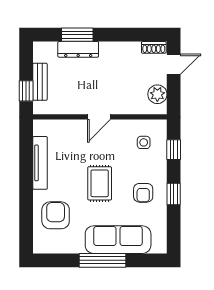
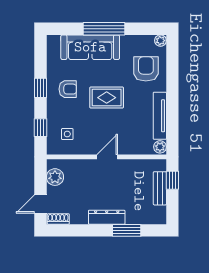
dresser: (78, 49) -> (107, 217), moved
plant: (40, 128) -> (160, 147), added
rug: (100, 183) -> (107, 98), turned 90
armchair: (143, 193) -> (68, 89), turned 90
armchair: (56, 215) -> (146, 69), turned 180
plant: (39, 247) -> (160, 41), added

